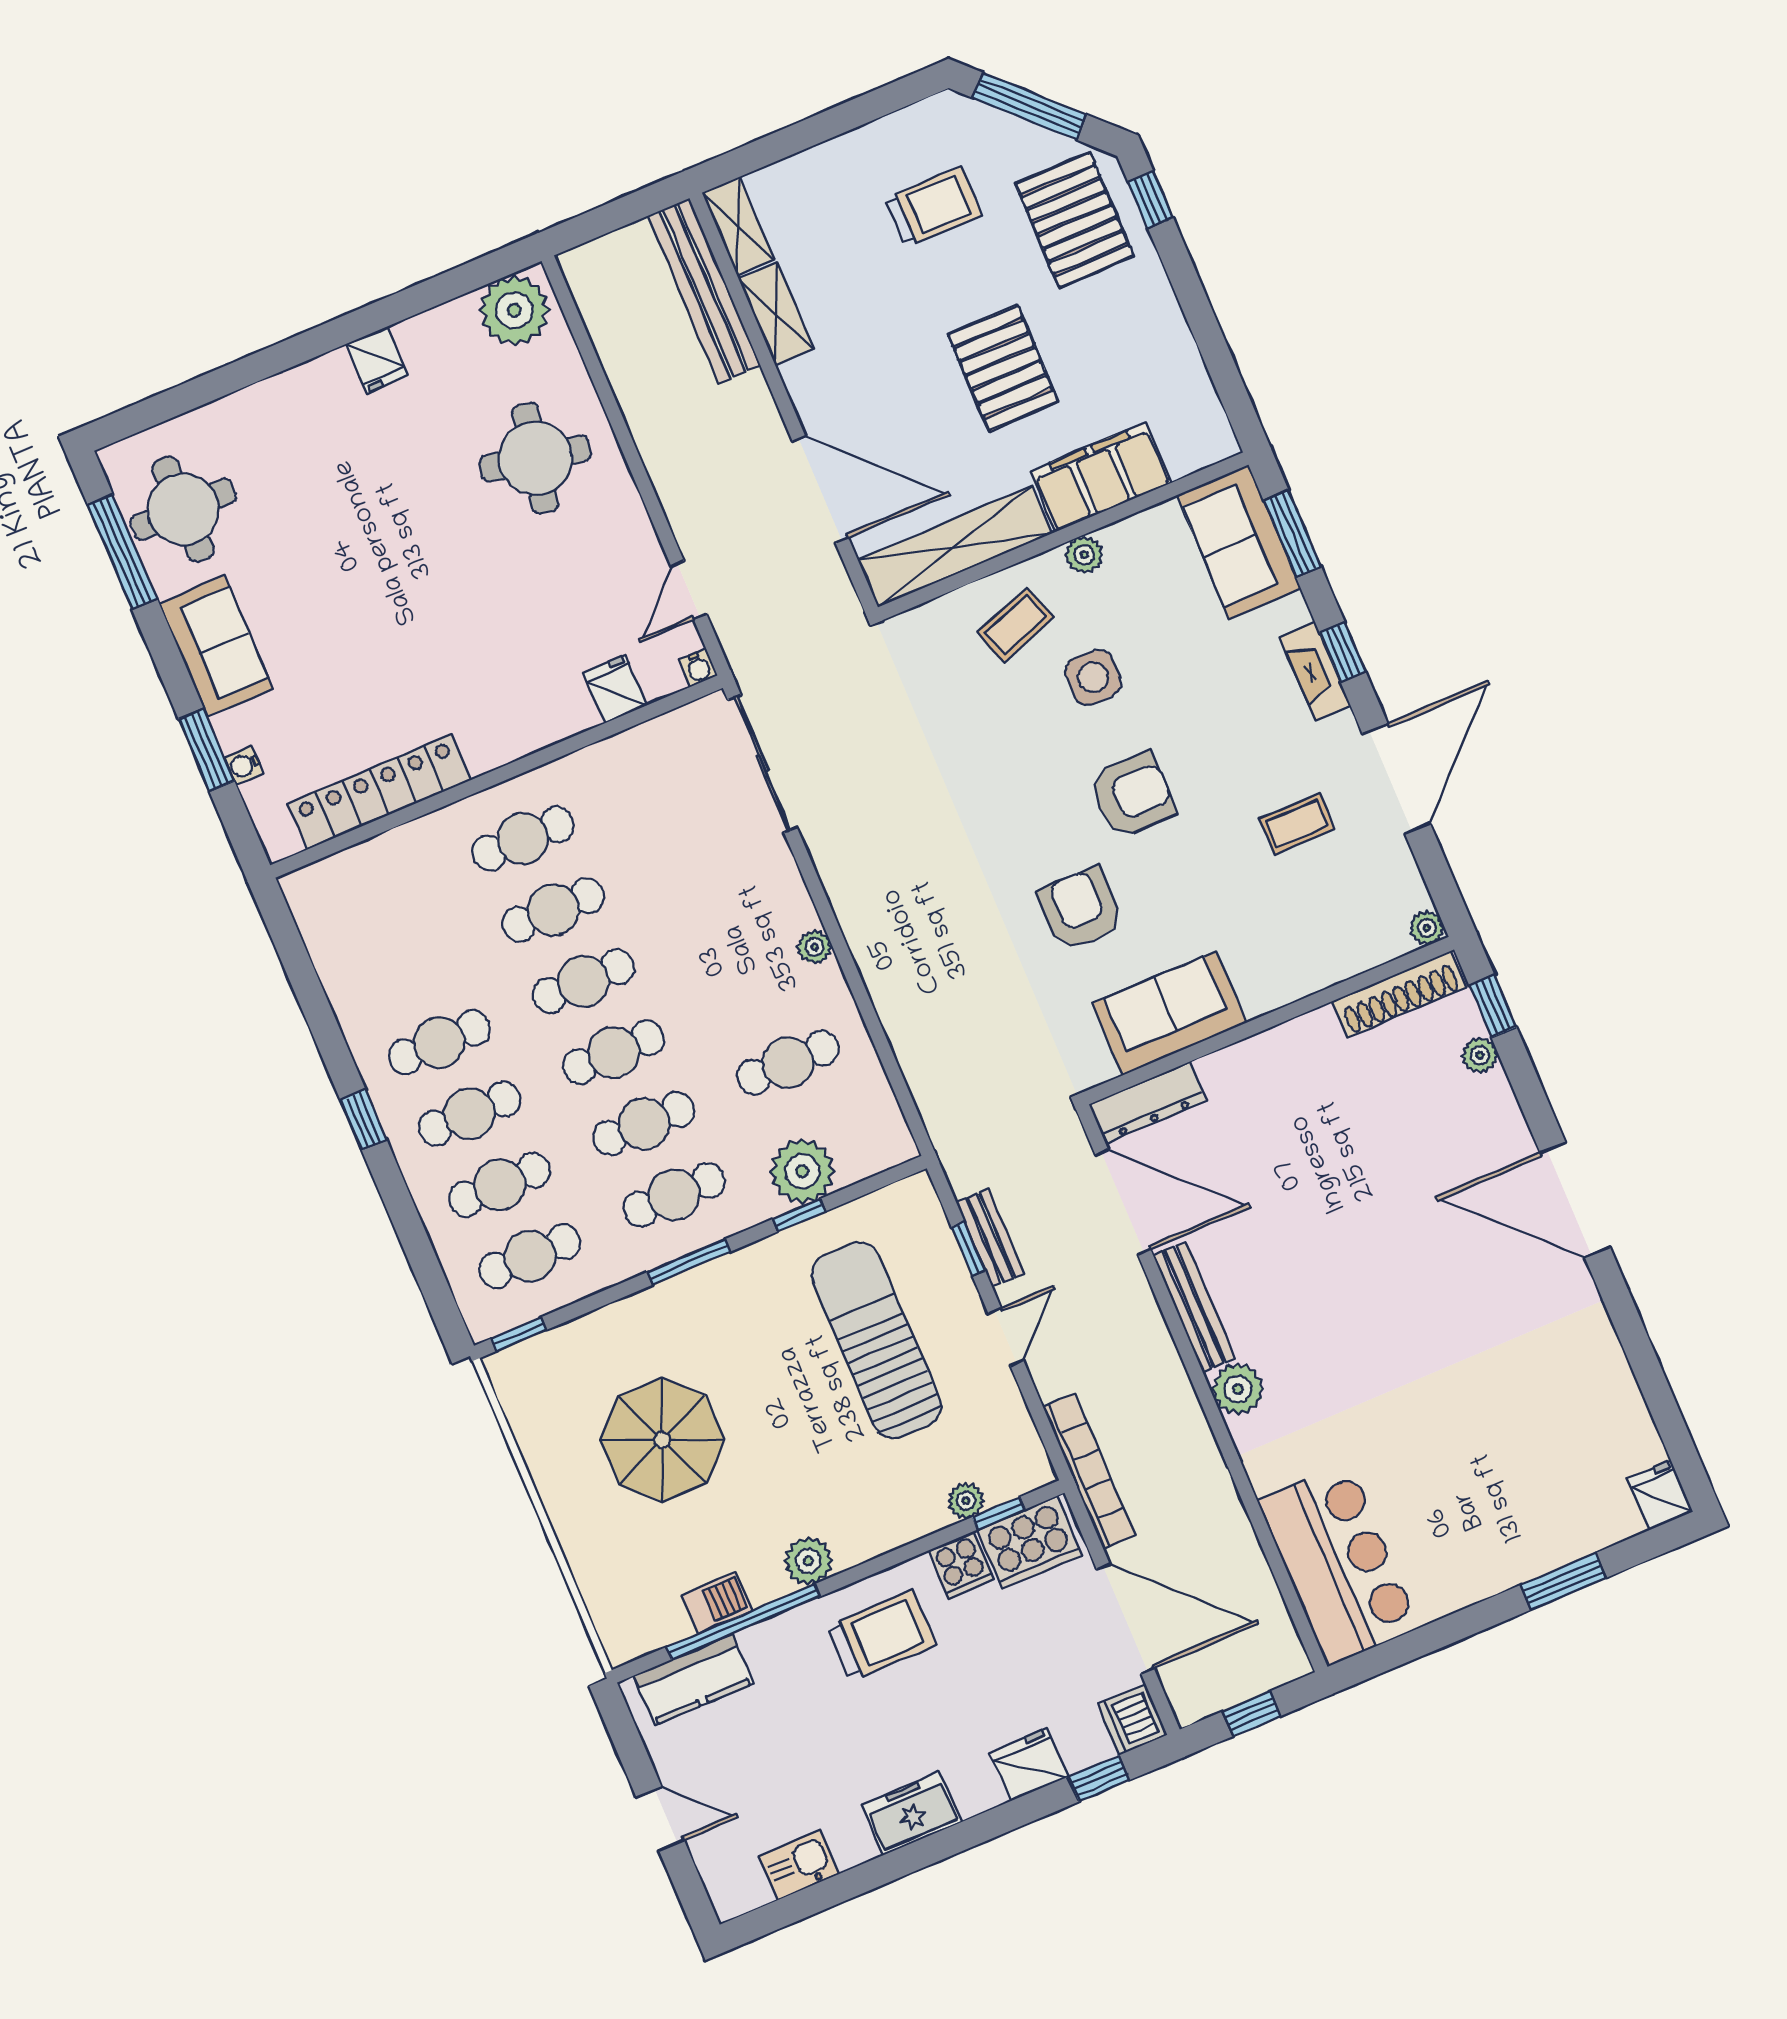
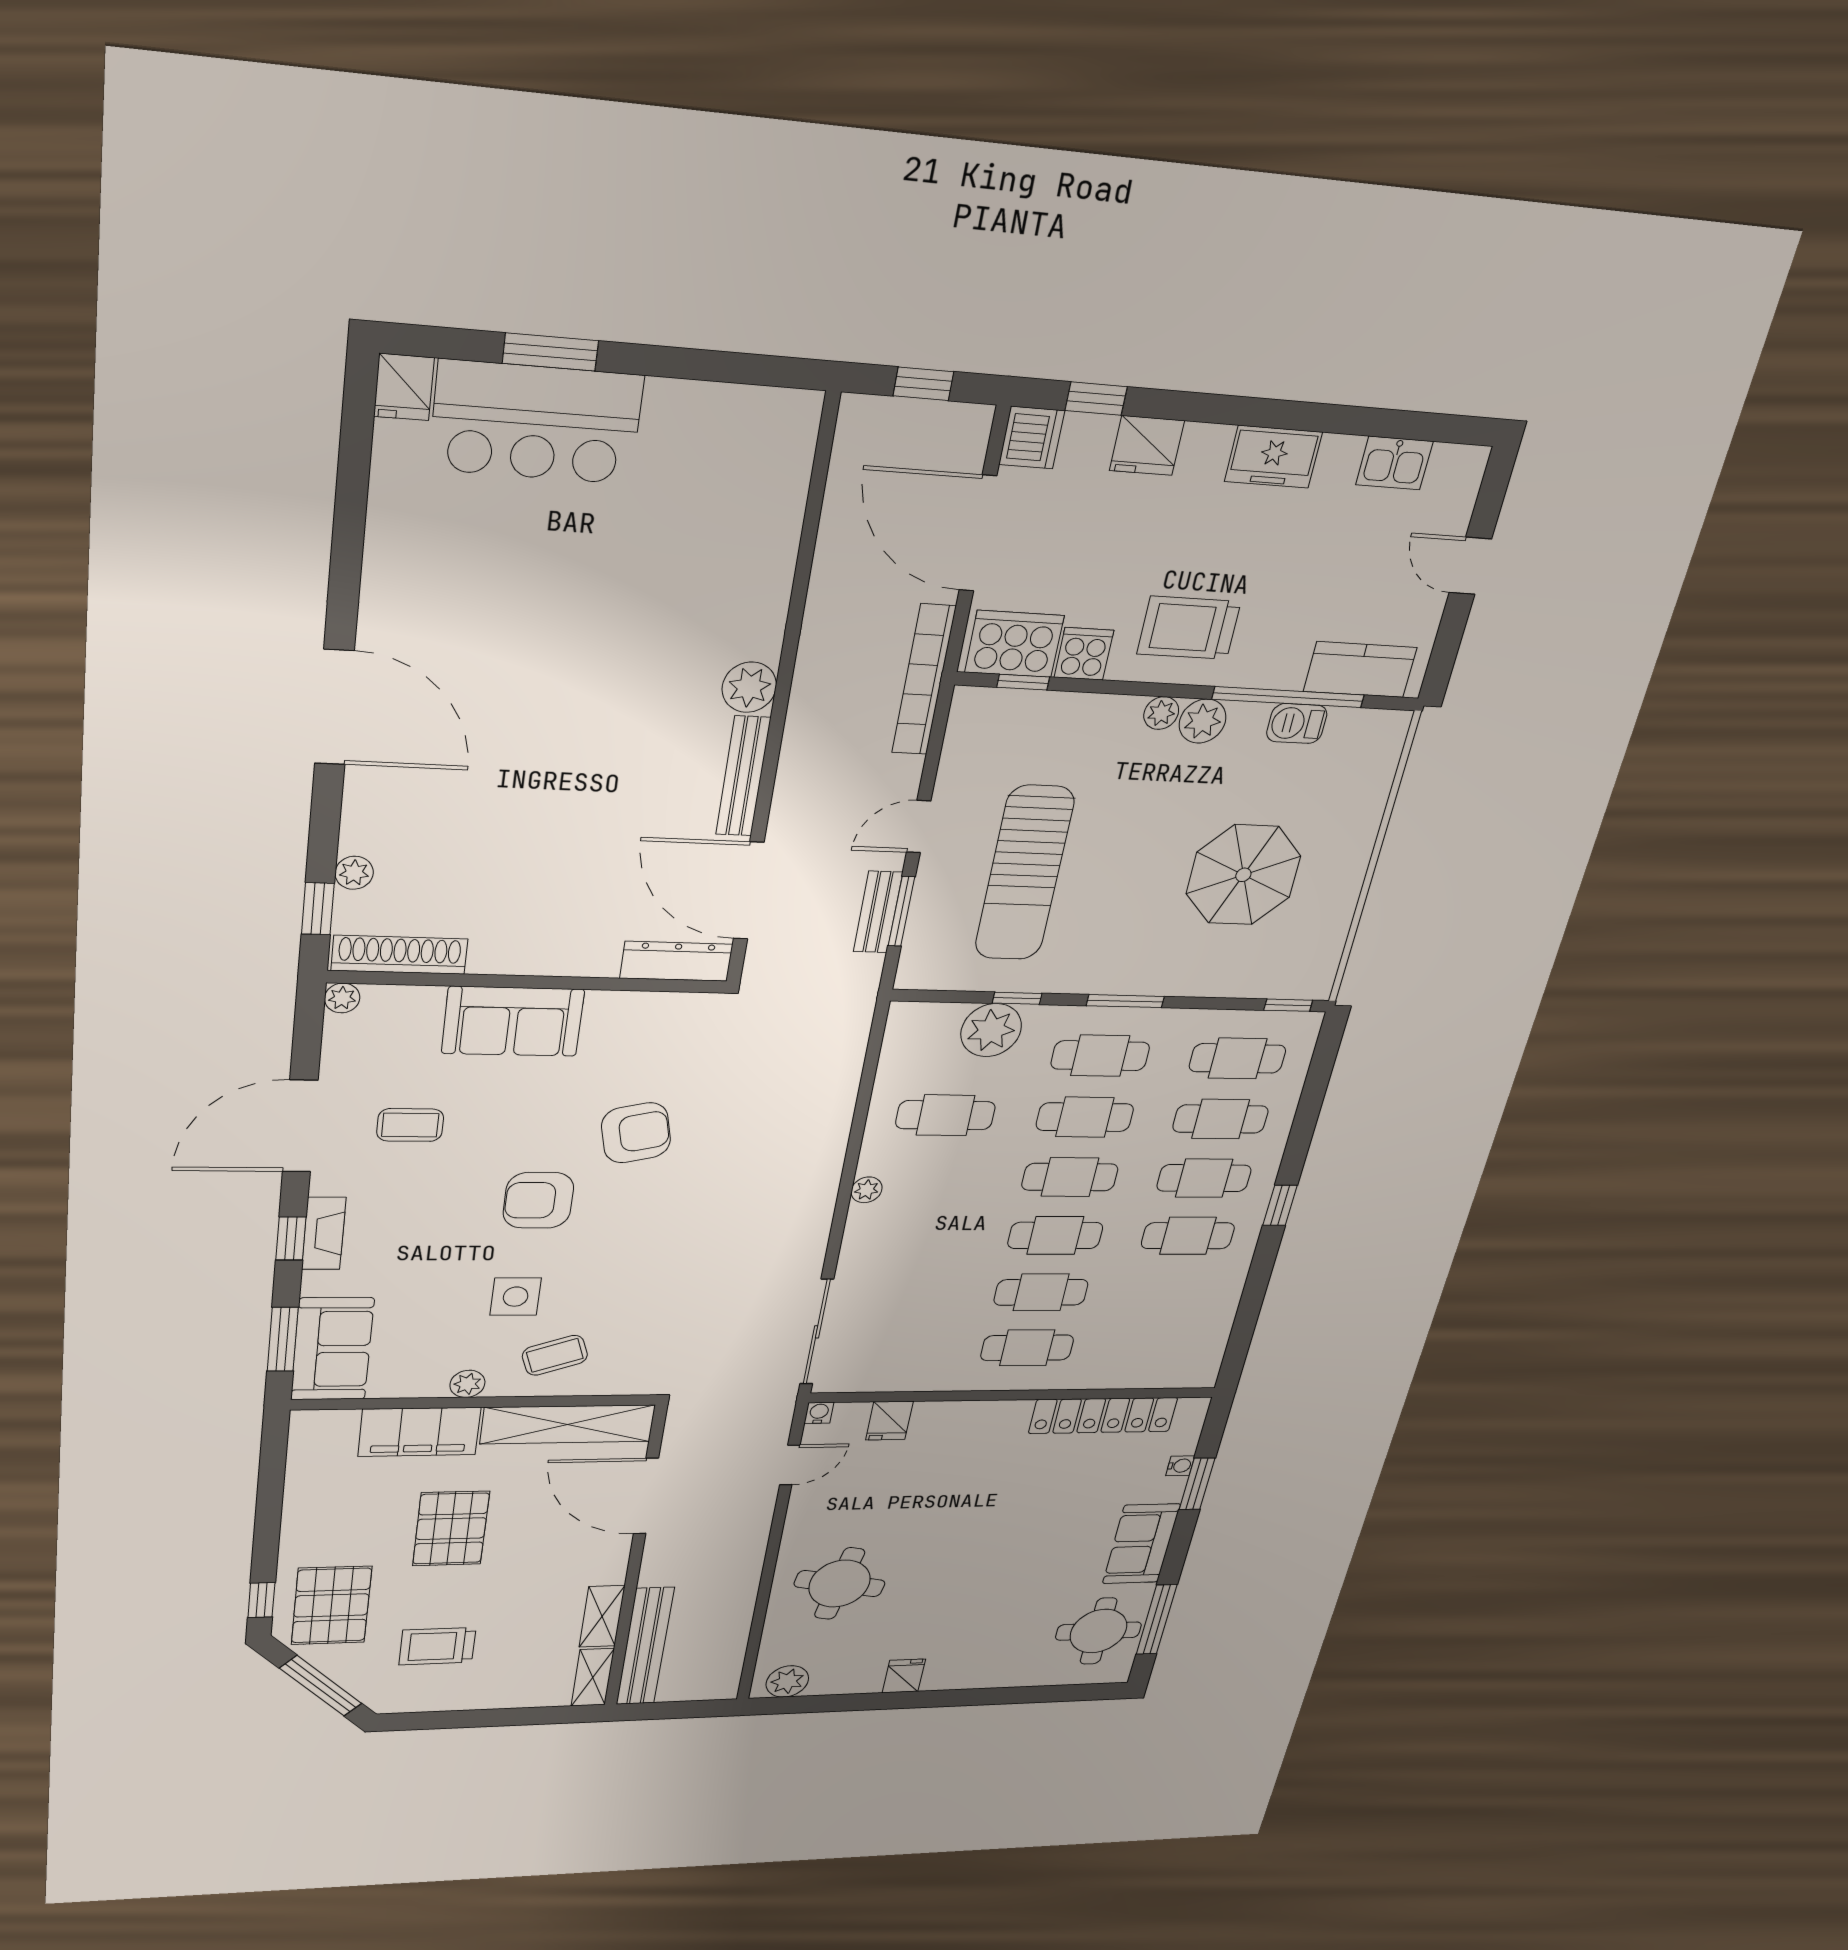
plant: (514, 310) -> (787, 1681), width x0.73, depth x0.73
armchair: (1081, 909) -> (636, 1133), turned -103
sofa: (1169, 1013) -> (513, 1021), moved
window: (968, 1249) -> (902, 911), width x1.50
plant: (966, 1501) -> (1161, 713), moved
bar counter: (1338, 1564) -> (536, 422), moved, turned -90

